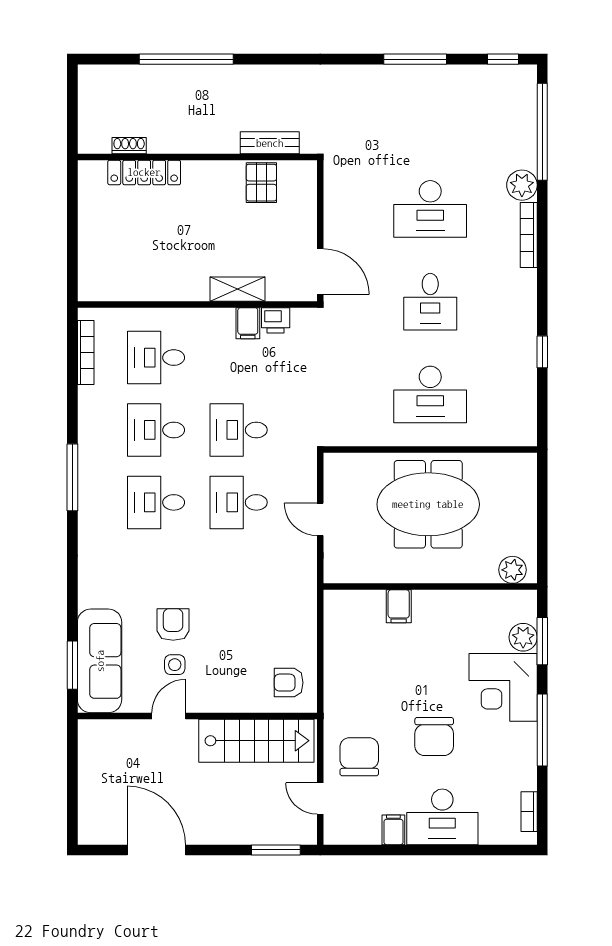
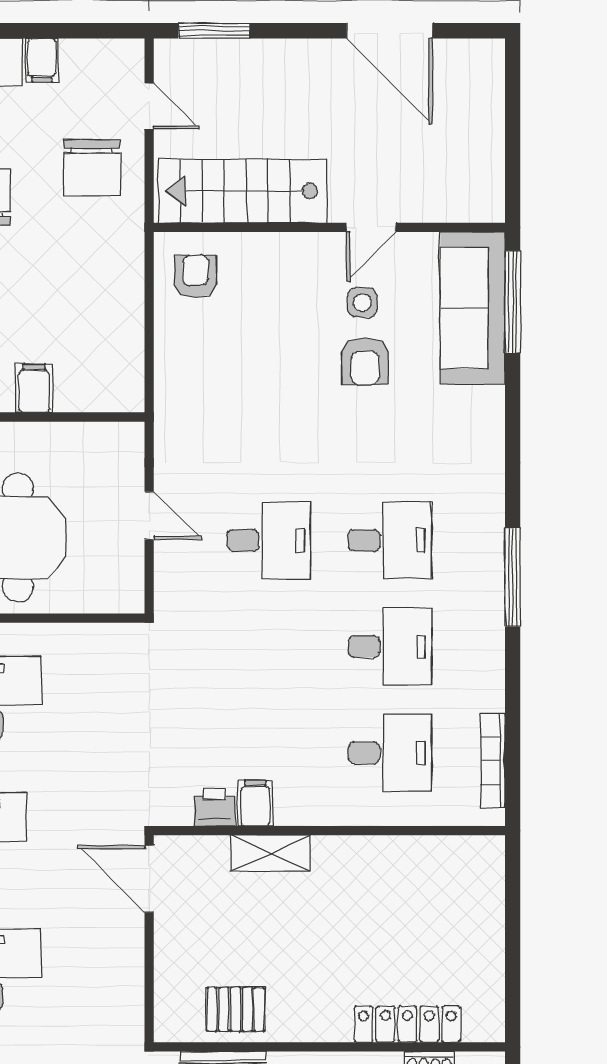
pallet: (261, 183) -> (235, 1009), turned 90
desk: (239, 430) -> (269, 647), removed
window: (72, 665) -> (513, 302), width x1.44
armchair: (289, 683) -> (196, 276), turned -90

